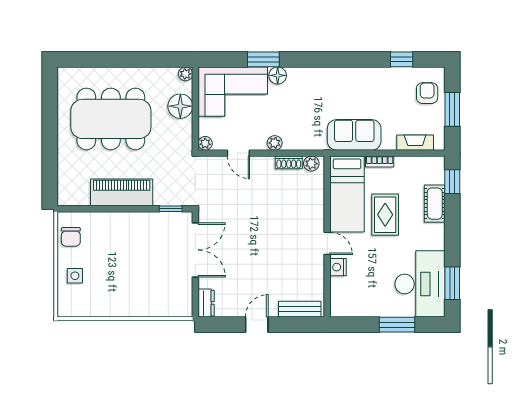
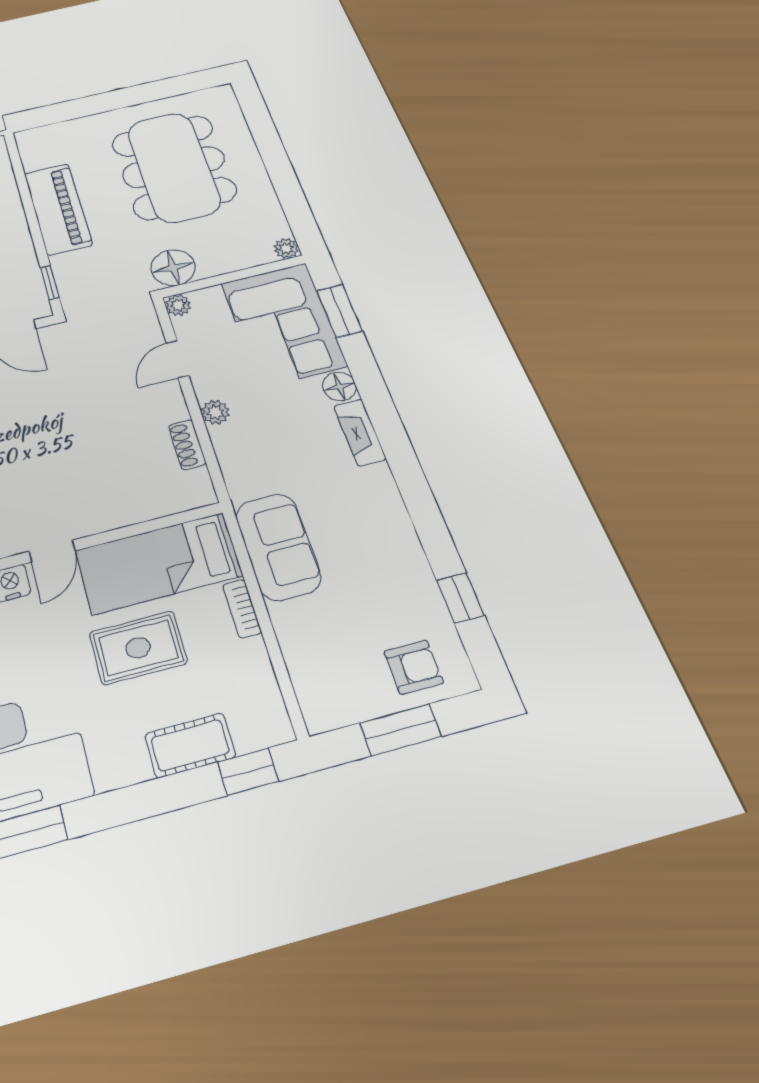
window: (263, 59) -> (339, 311), moved
floor lamp: (180, 106) -> (173, 268), moved
fireplace: (415, 143) -> (360, 432), moved, turned 180
plant: (311, 164) -> (197, 484), removed

